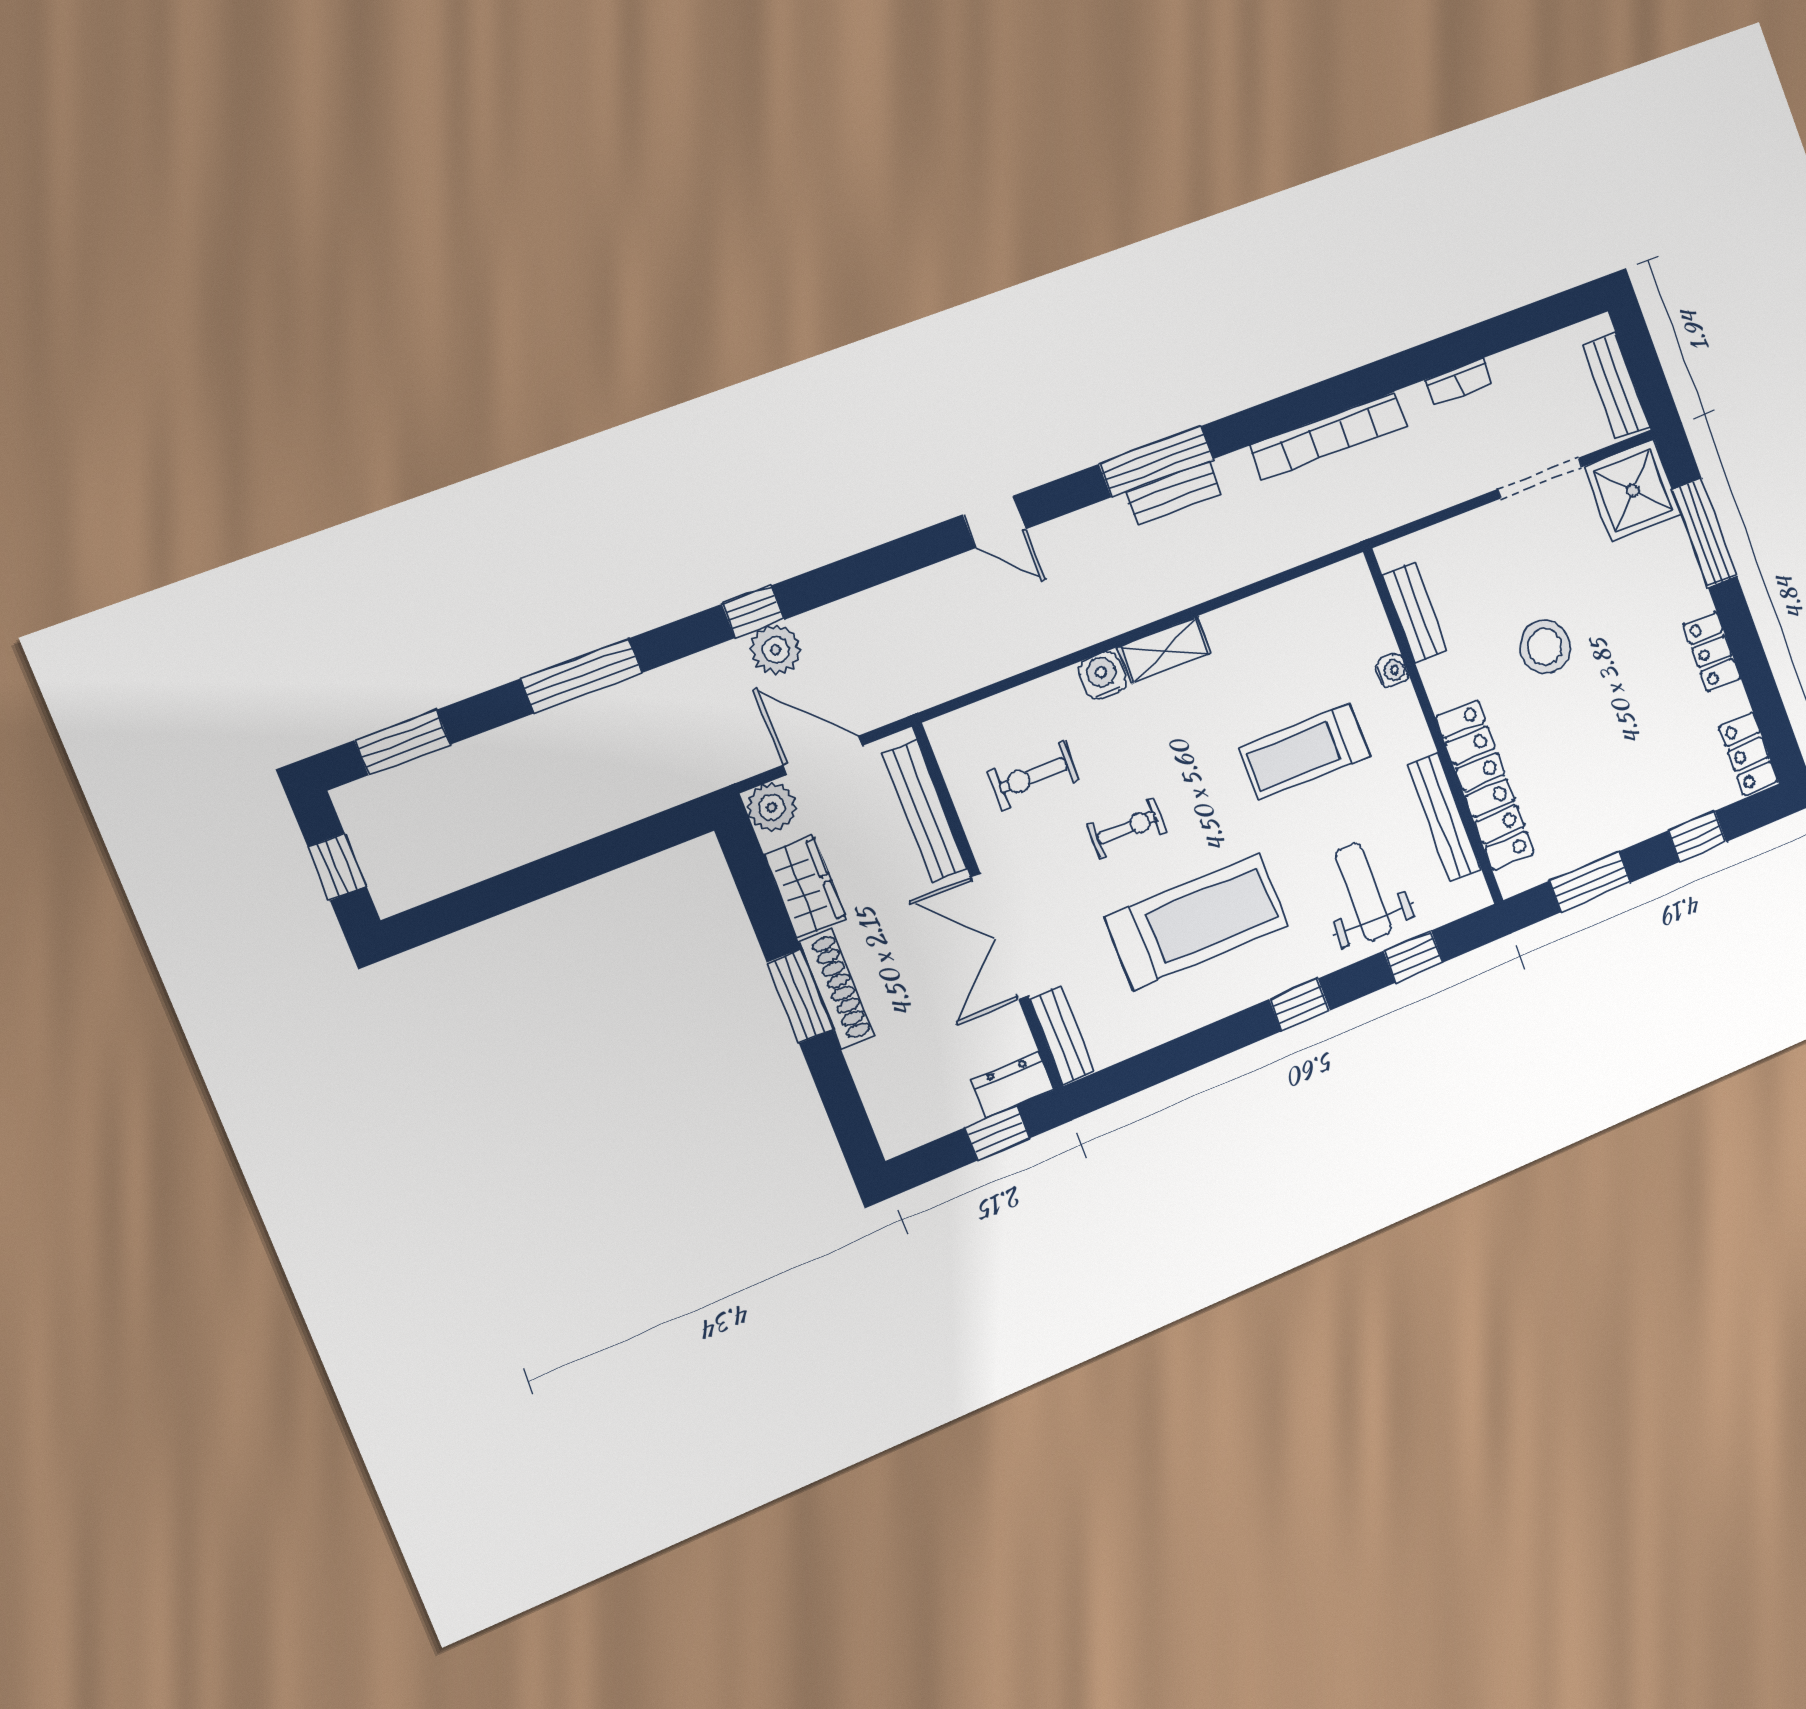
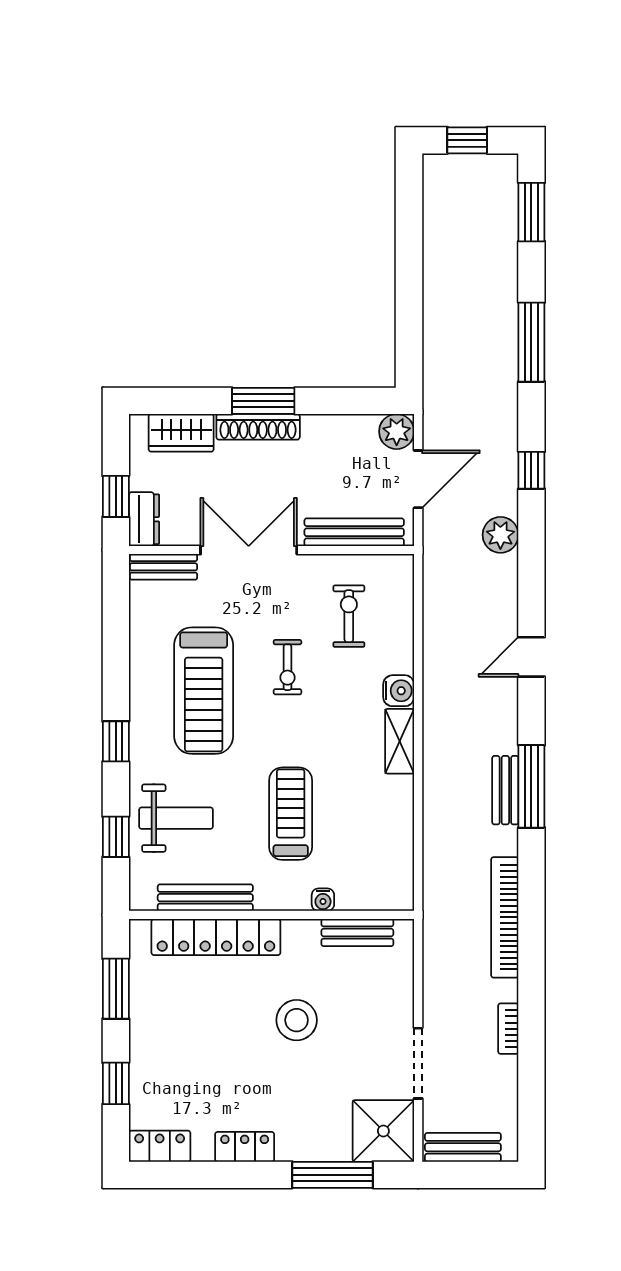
plant: (776, 650) -> (500, 535), moved
wardrobe: (805, 887) -> (181, 433), moved

